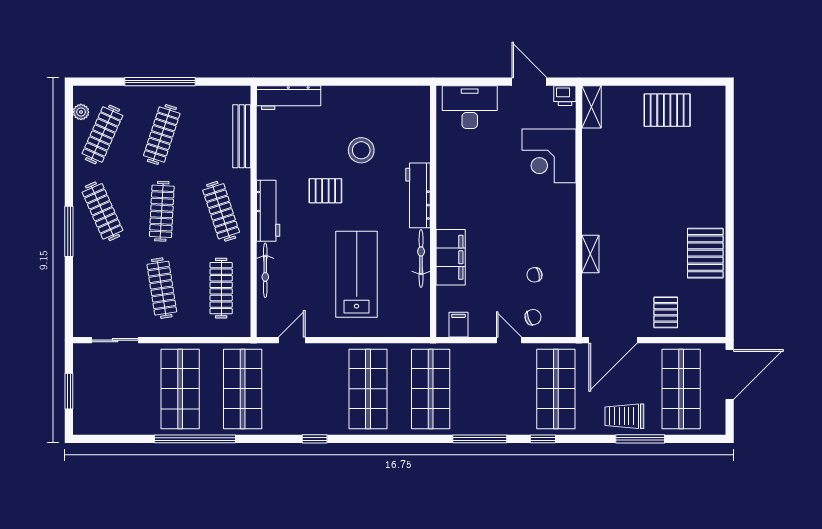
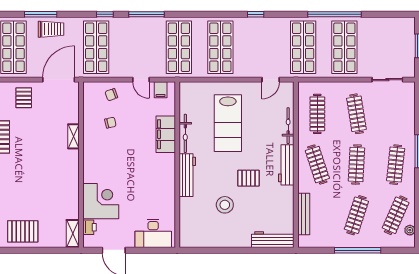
printer: (565, 96) -> (90, 227), moved, turned 90
clothes rail: (102, 211) -> (396, 165), turned 30
door: (509, 340) -> (141, 80), moved

